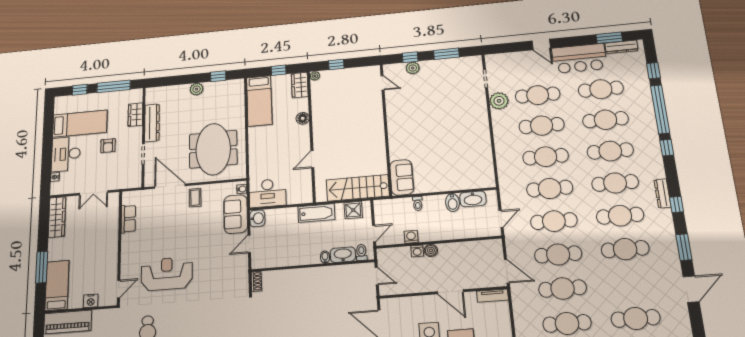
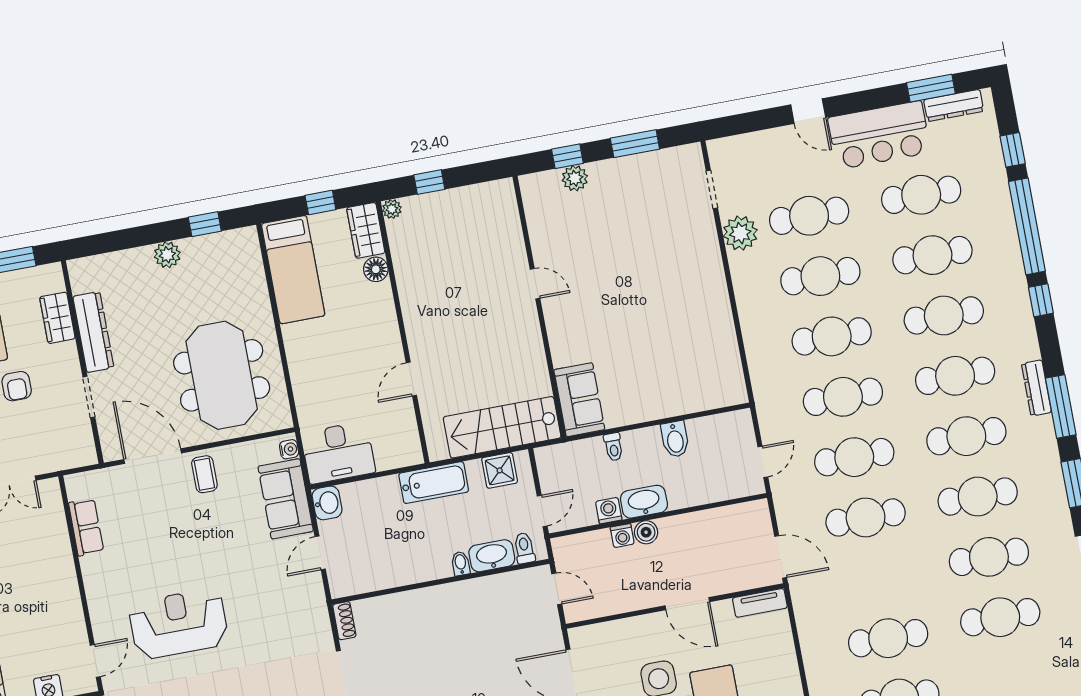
door: (382, 83) -> (535, 284), moved
floor lamp: (303, 118) -> (376, 269), moved
washbasin: (473, 199) -> (644, 502), moved, turned 180
window: (677, 205) -> (1061, 406), width x2.17
cafe table: (563, 289) -> (989, 557), moved

